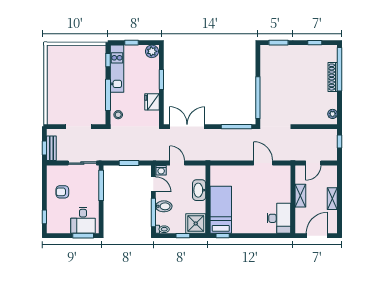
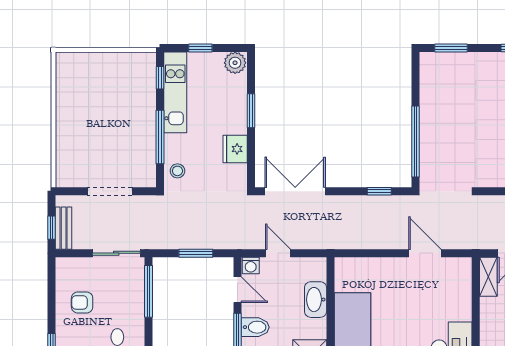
window: (236, 127) -> (379, 191), width x0.46
shelving: (300, 196) -> (488, 277), moved

